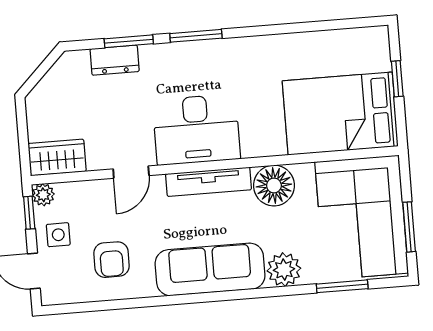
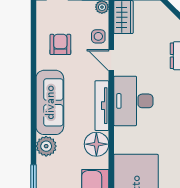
side table: (58, 235) -> (98, 36), moved
armchair: (111, 260) -> (60, 44), turned 90

